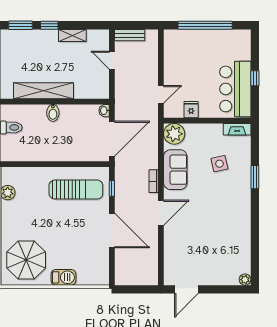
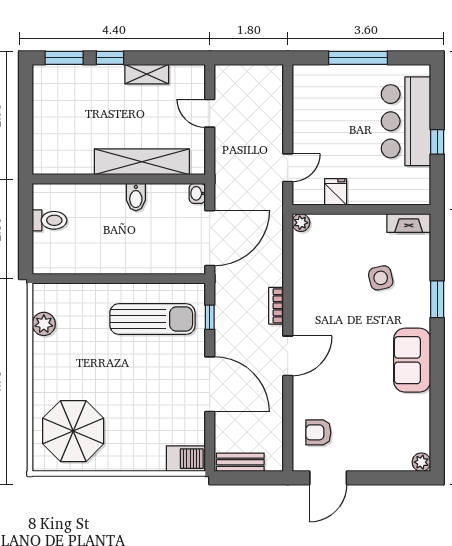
window: (205, 25) -> (358, 58), width x0.68
bench: (130, 35) -> (240, 462), moved
bar counter: (235, 89) -> (406, 121), moved
shelving: (43, 91) -> (142, 162), moved
bidet: (53, 113) -> (136, 197), moved
plant: (174, 134) -> (301, 223), width x0.53, depth x0.53
sofa: (175, 170) -> (412, 360), moved, turned 180
armchair: (180, 261) -> (318, 432), added
barbecue: (63, 277) -> (186, 459), moved

